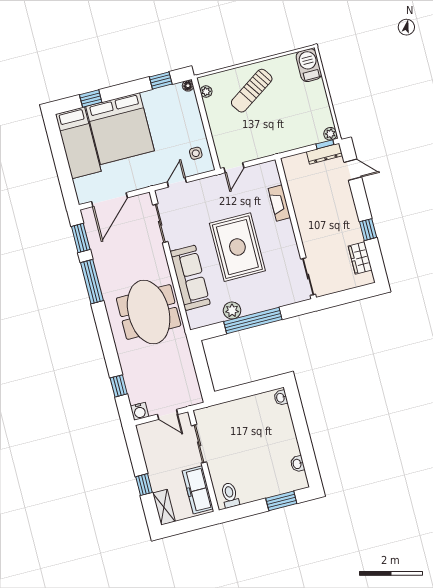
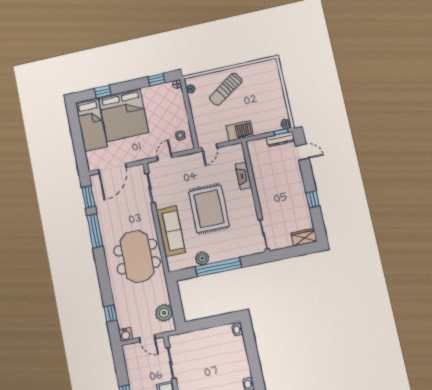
barbecue: (309, 65) -> (240, 131), moved, turned 90
wardrobe: (360, 258) -> (304, 237), moved, turned 90
plant: (187, 382) -> (164, 313), added

